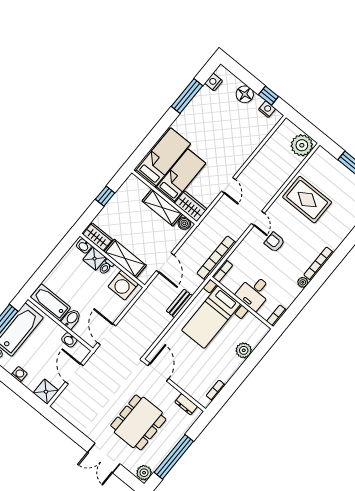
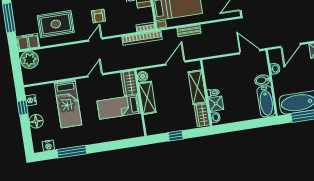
bed: (163, 158) -> (68, 104), moved, turned -90
filing cabinet: (318, 161) -> (28, 42), added
rug: (307, 200) -> (56, 24), turned 90
washing machine: (123, 285) -> (213, 72), removed
door: (107, 334) -> (250, 52), swing flipped

